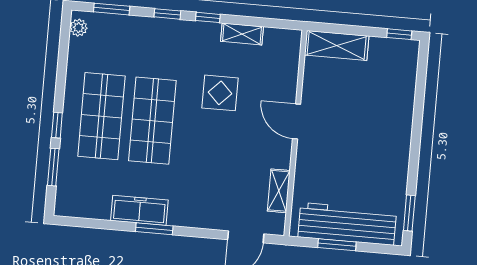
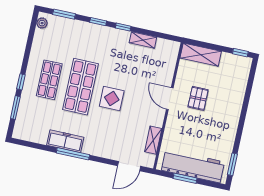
display table: (220, 93) -> (112, 99), moved
pallet: (341, 115) -> (198, 98), added
shop shelf: (101, 116) -> (49, 80), width x0.70, depth x0.74
window: (154, 229) -> (73, 154), width x1.44

